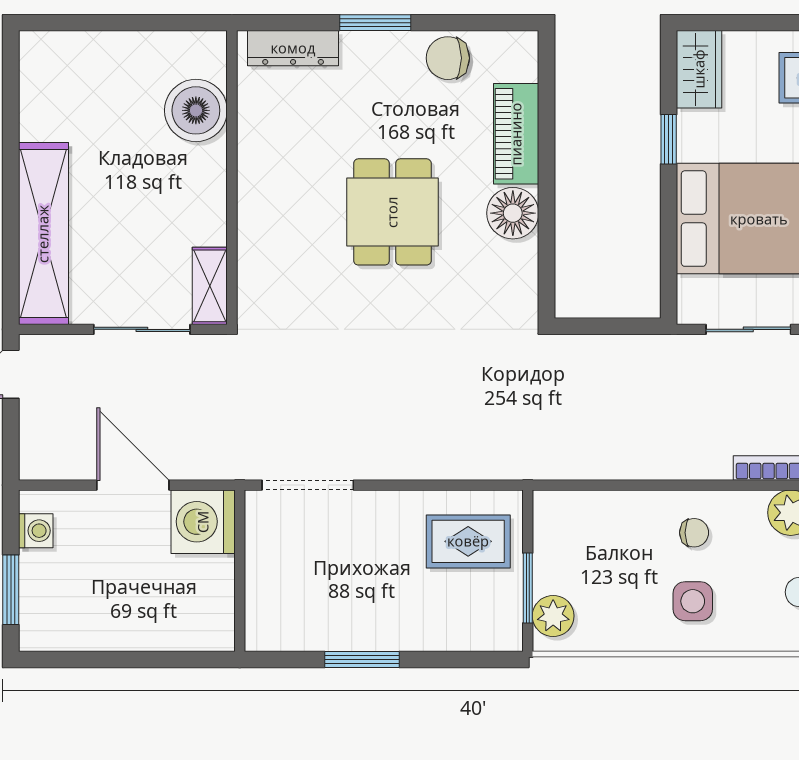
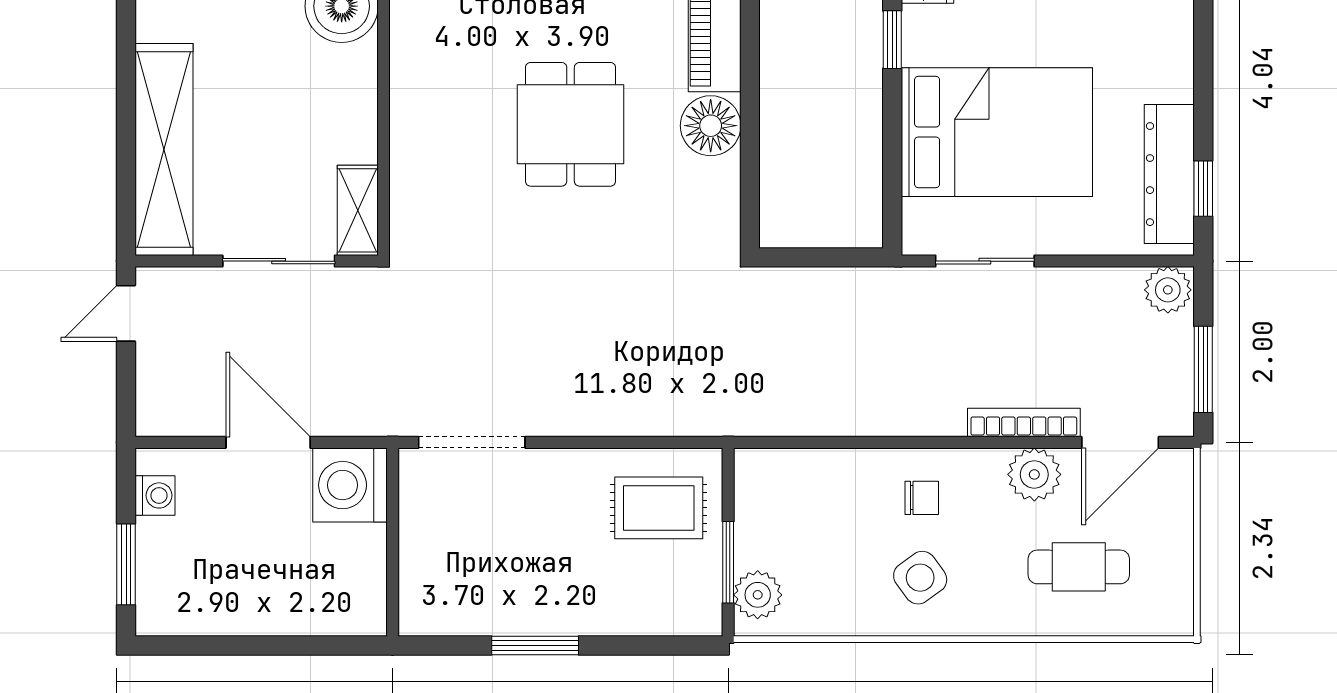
side table: (693, 601) -> (920, 578), turned -36

